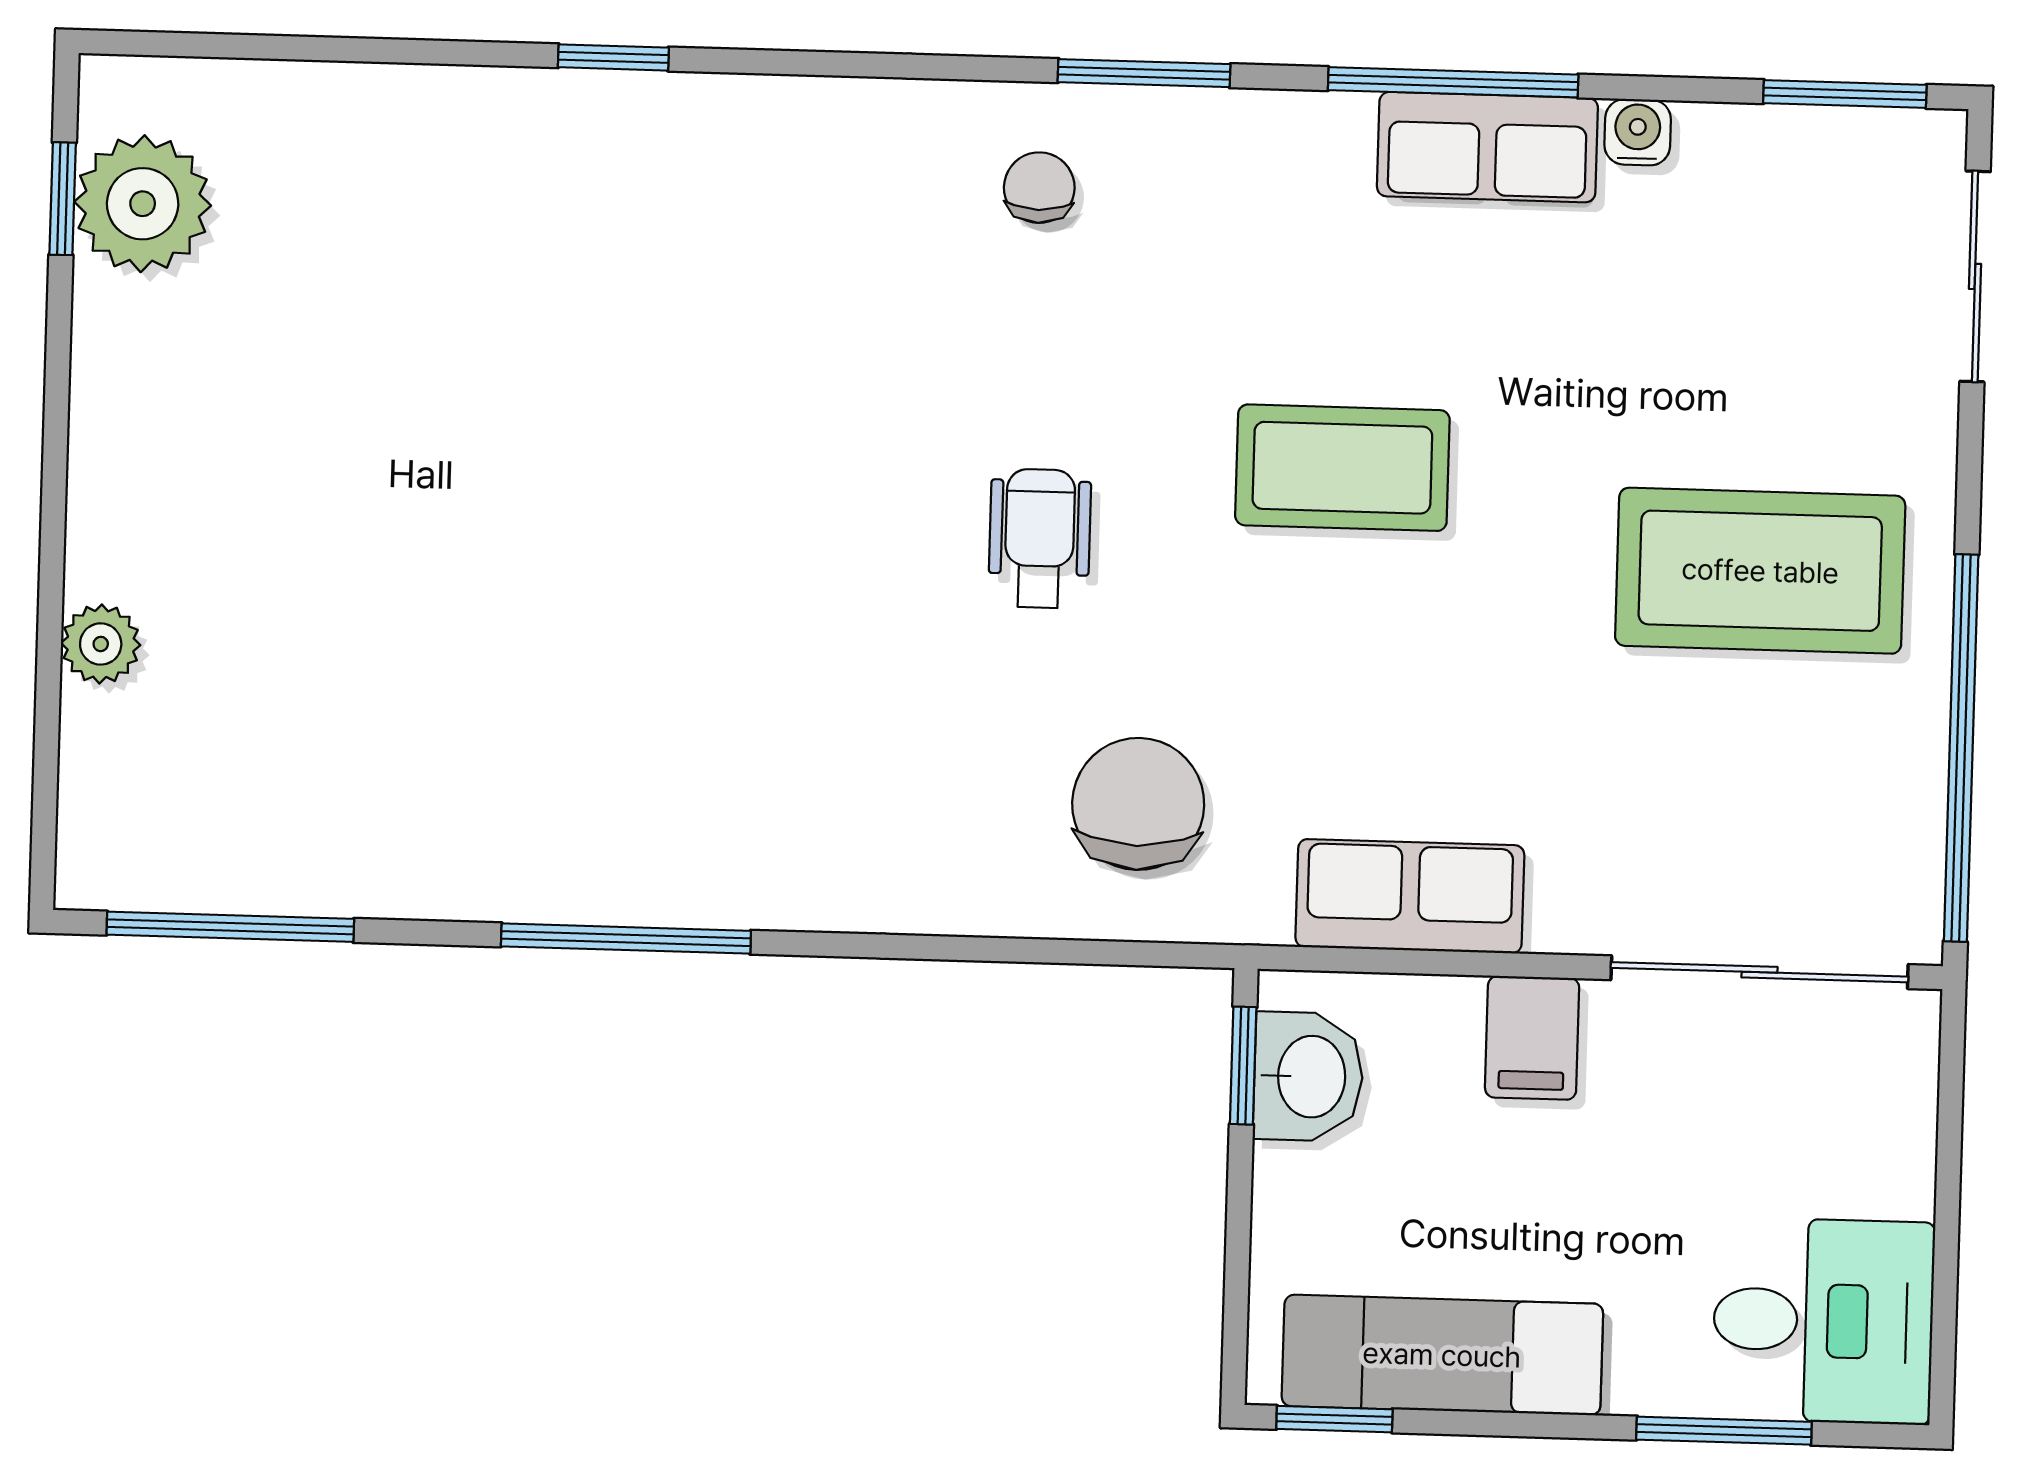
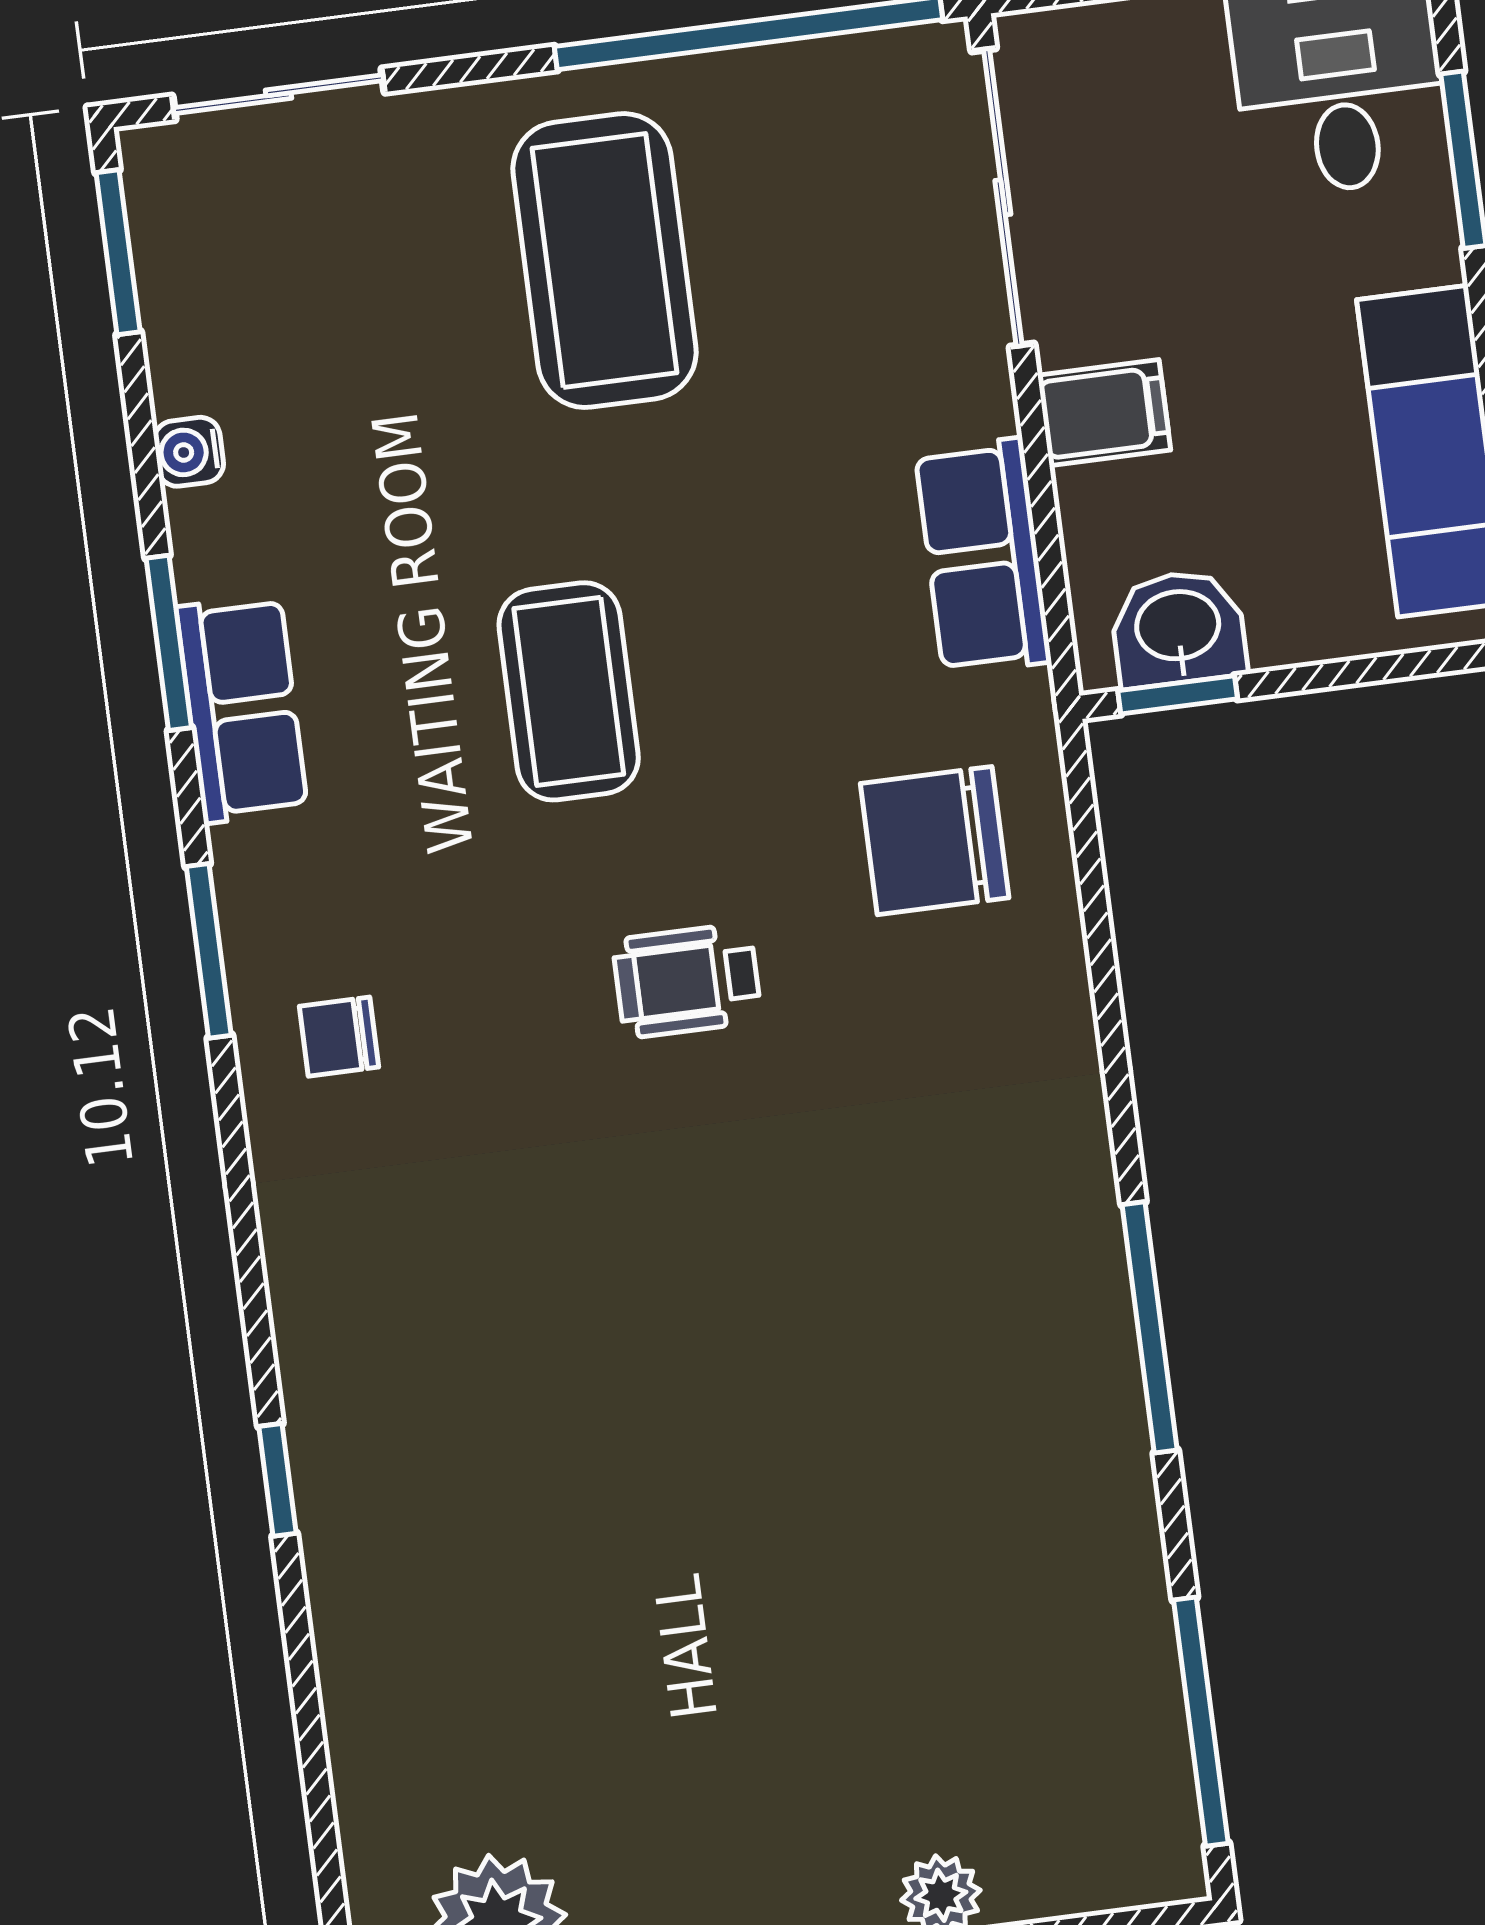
window: (1453, 82) -> (169, 643), width x0.69
row of seats: (1487, 147) -> (242, 709), moved

